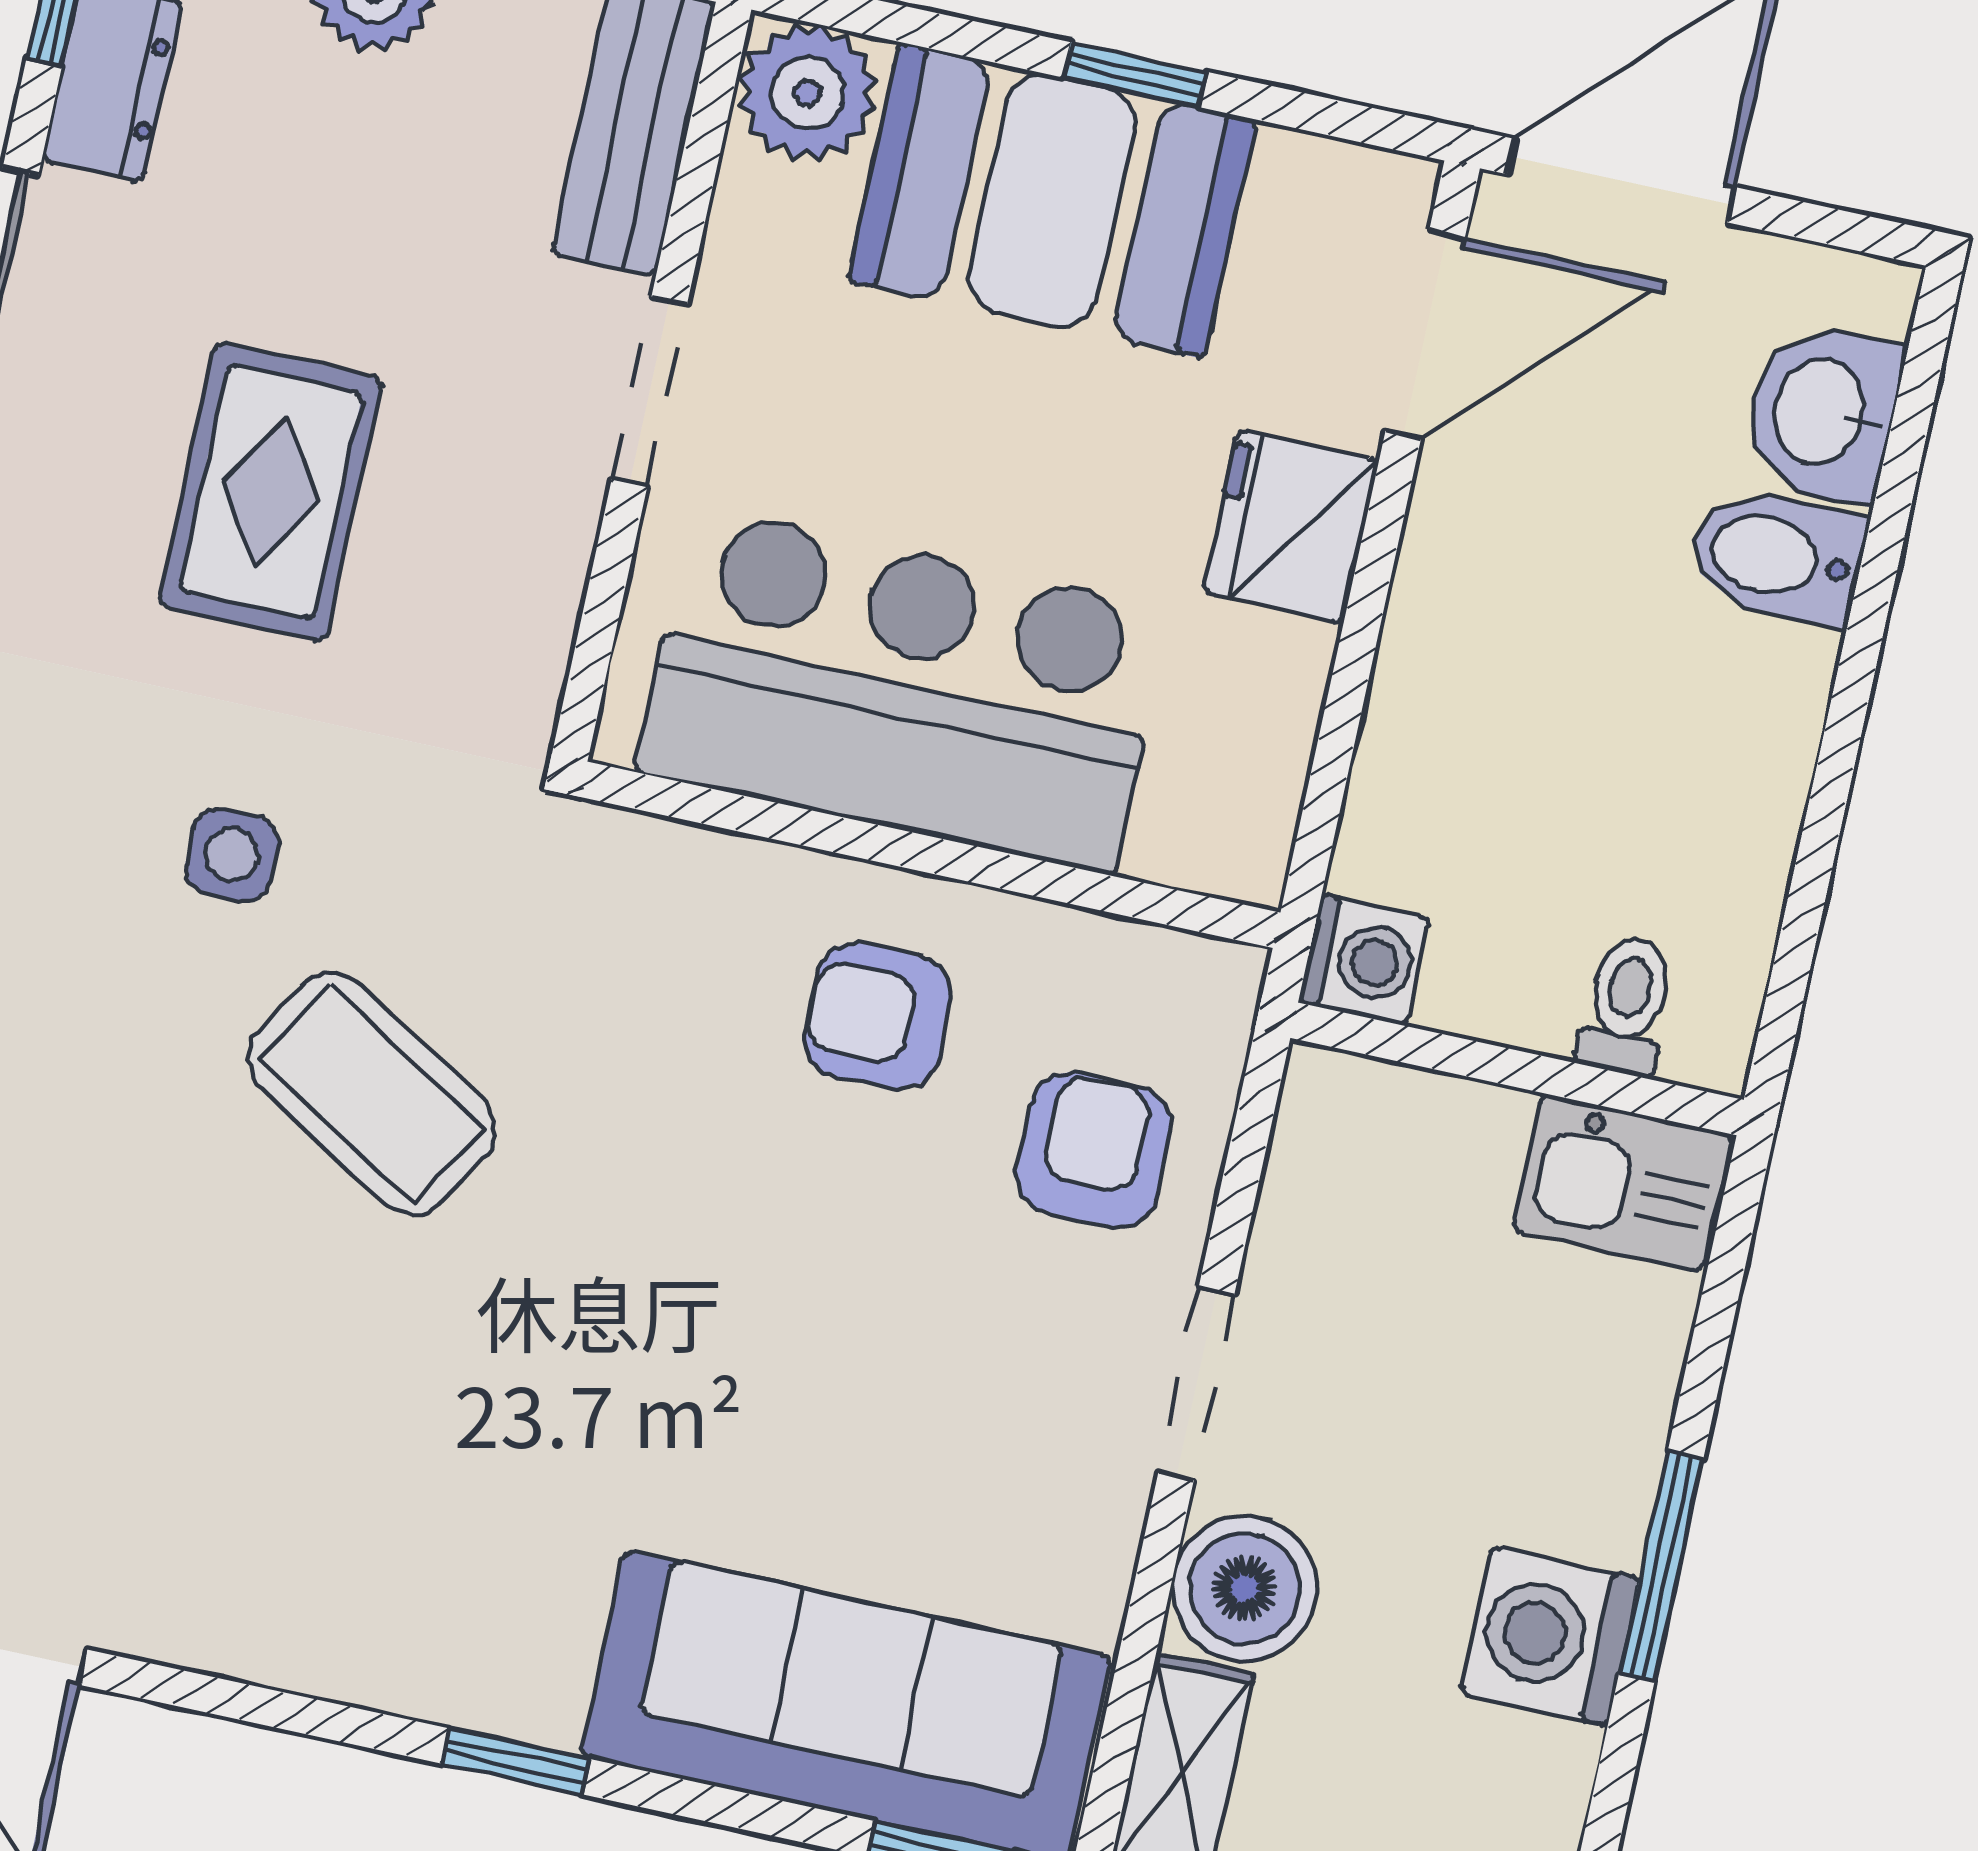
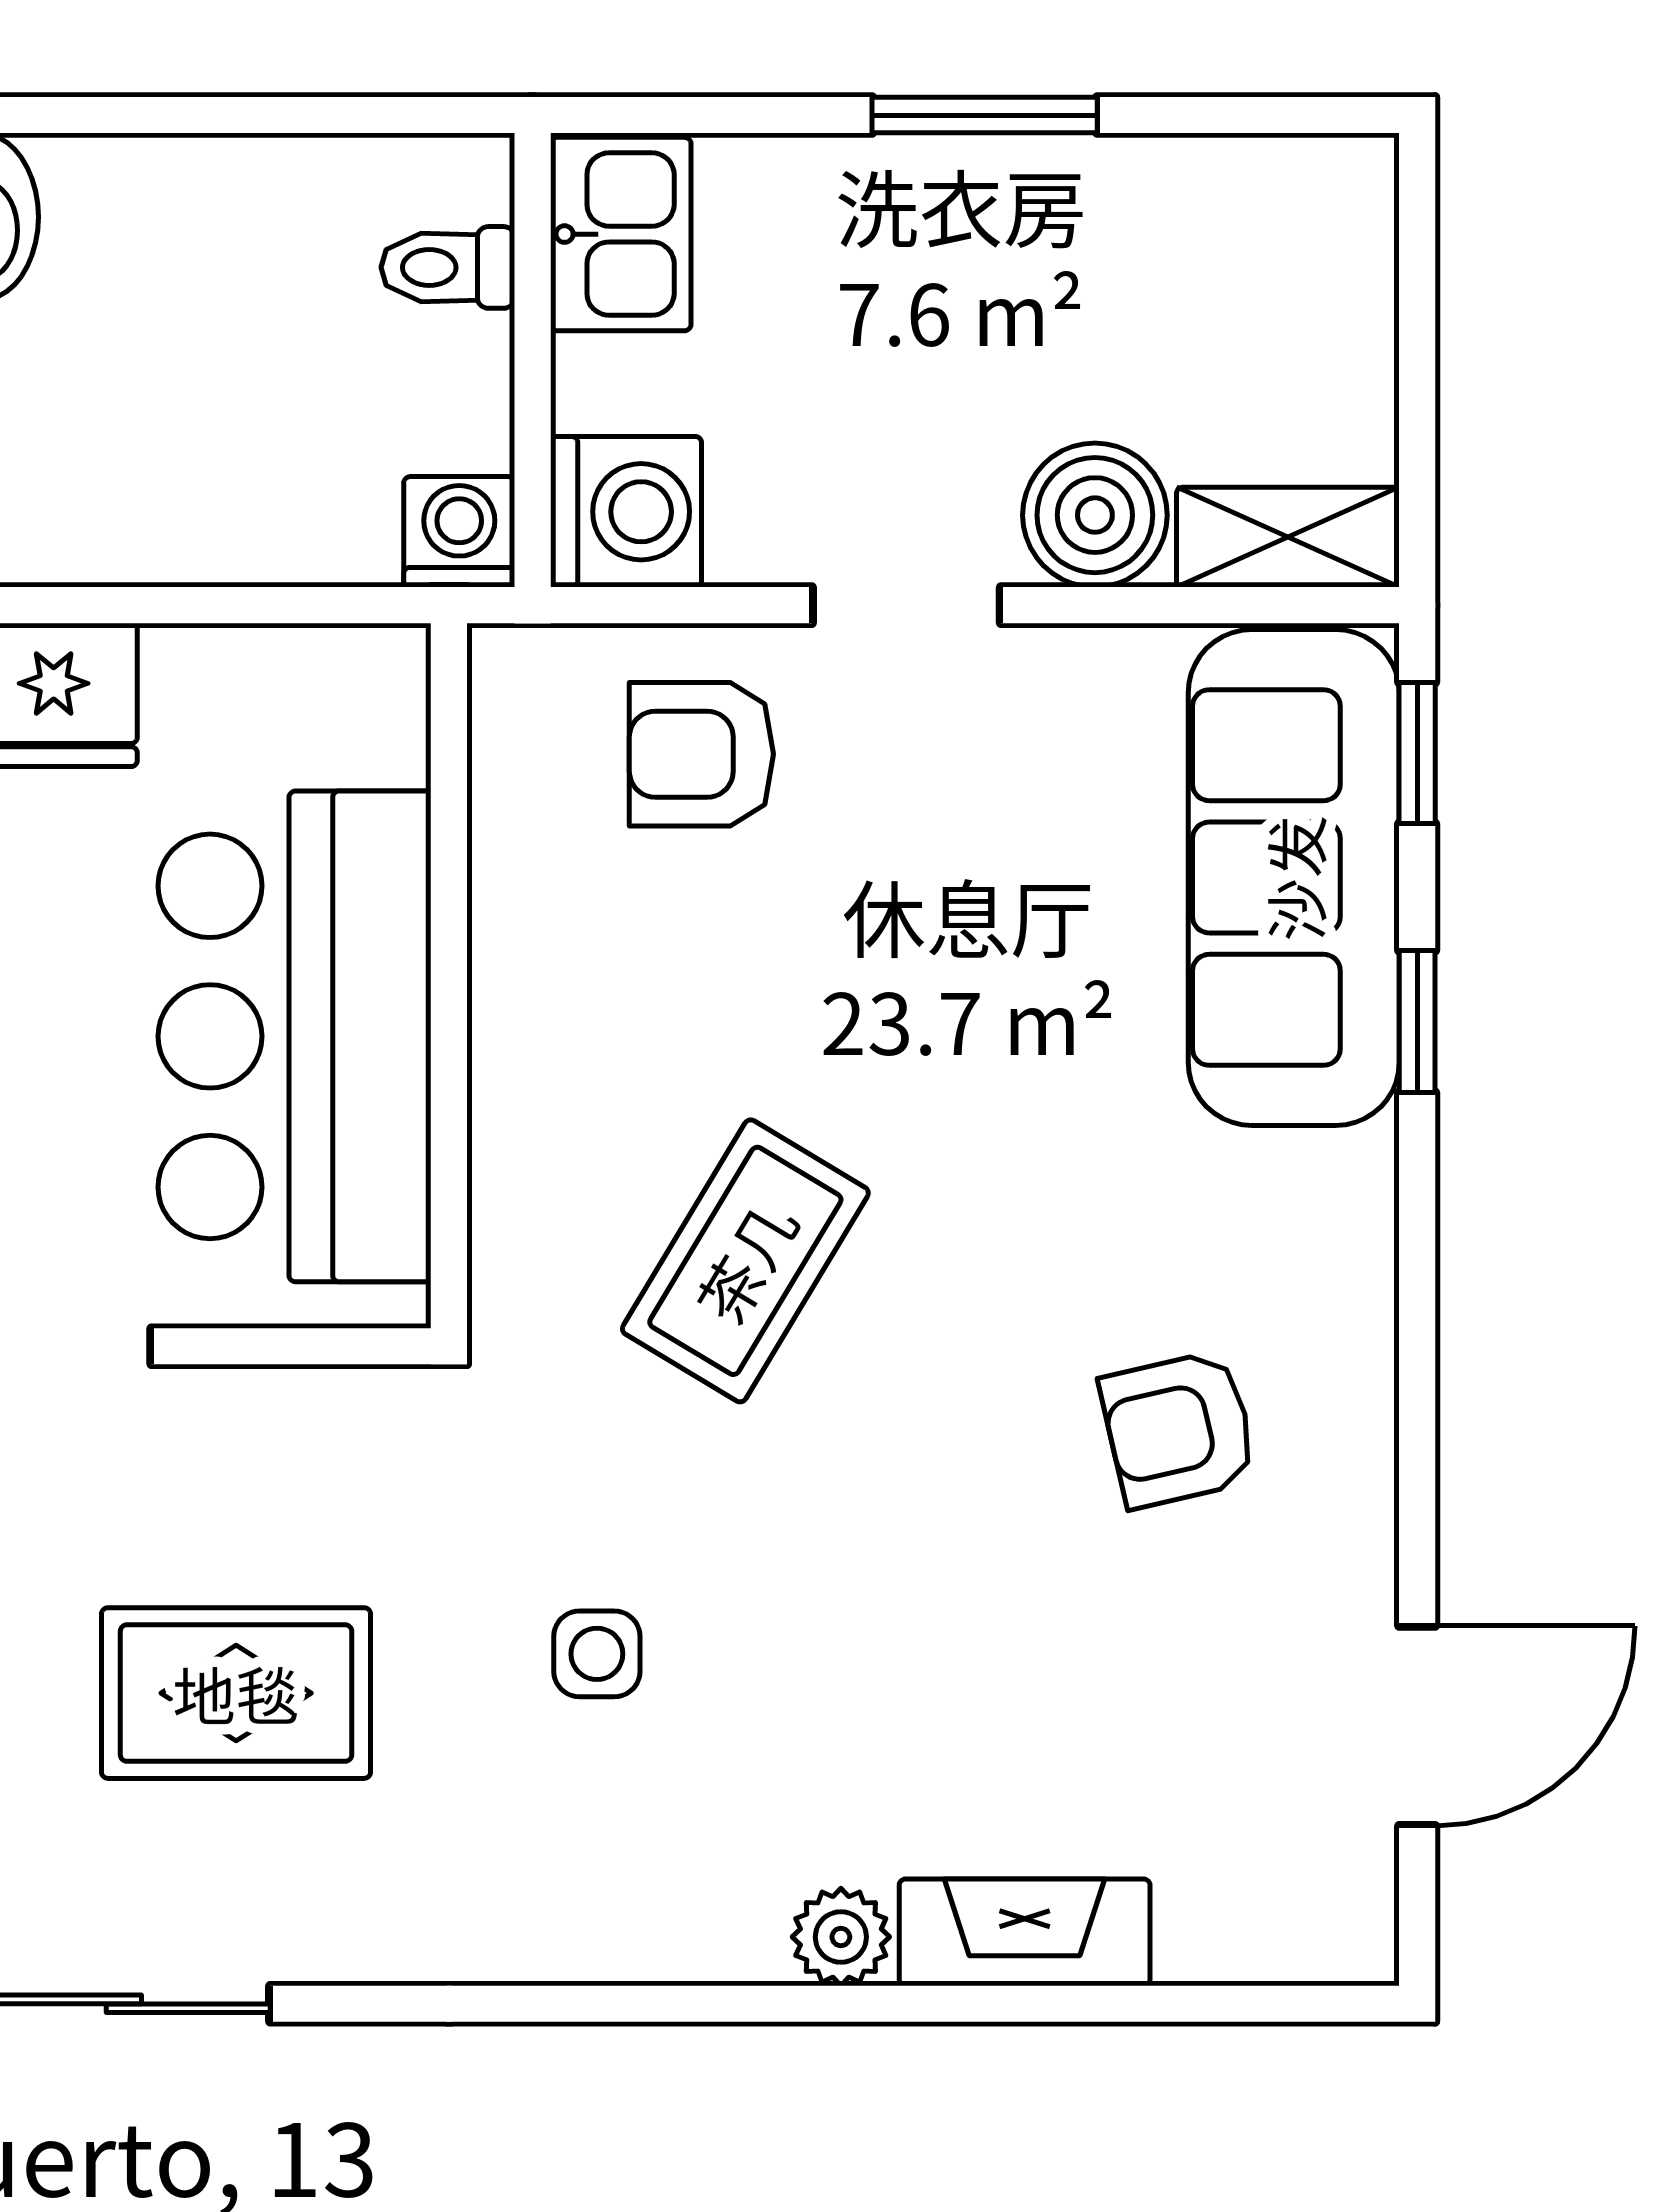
armchair: (878, 1016) -> (1179, 1429), moved, turned 77
coffee table: (372, 1094) -> (745, 1261), moved
washing machine: (1550, 1636) -> (626, 512), moved, turned -90
window: (516, 1761) -> (1417, 1021), moved

